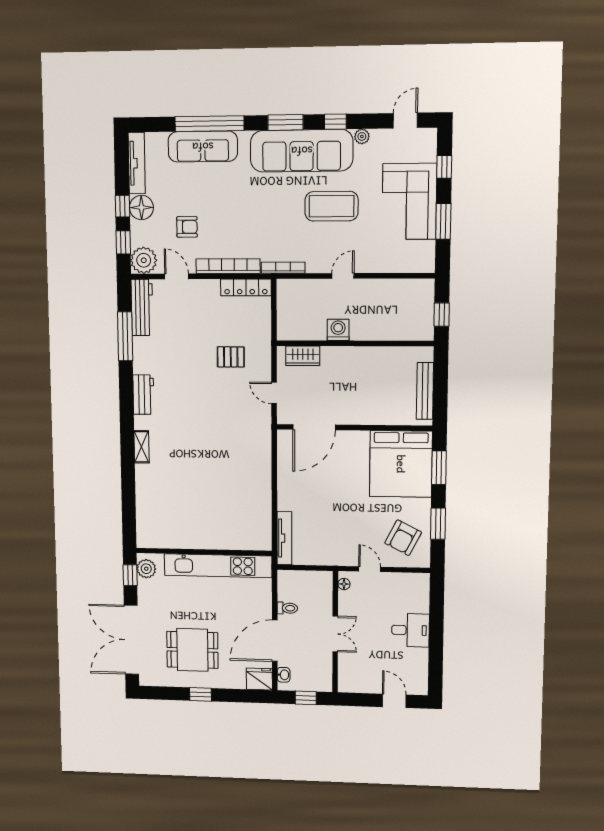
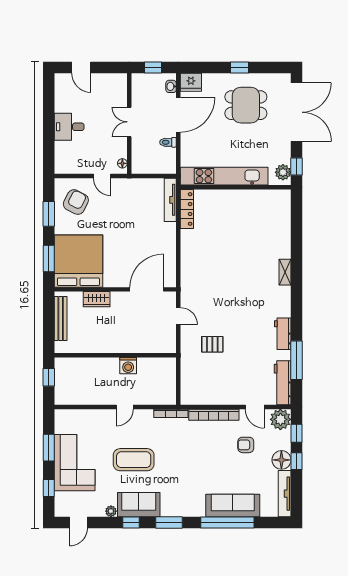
sofa: (302, 151) -> (139, 505), width x0.54, depth x0.79
locker: (246, 287) -> (187, 209), moved, turned 90
wardrobe: (303, 356) -> (97, 299), moved, turned 180
workbench: (143, 395) -> (283, 334), moved

